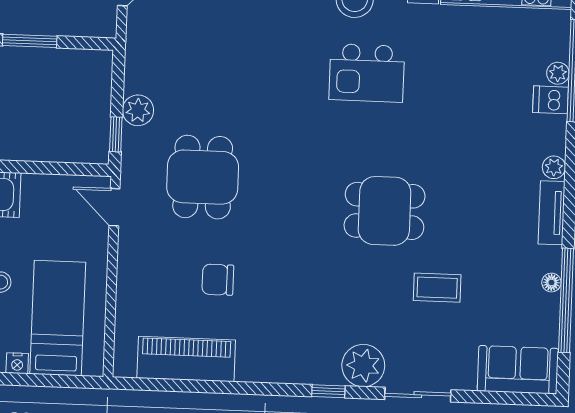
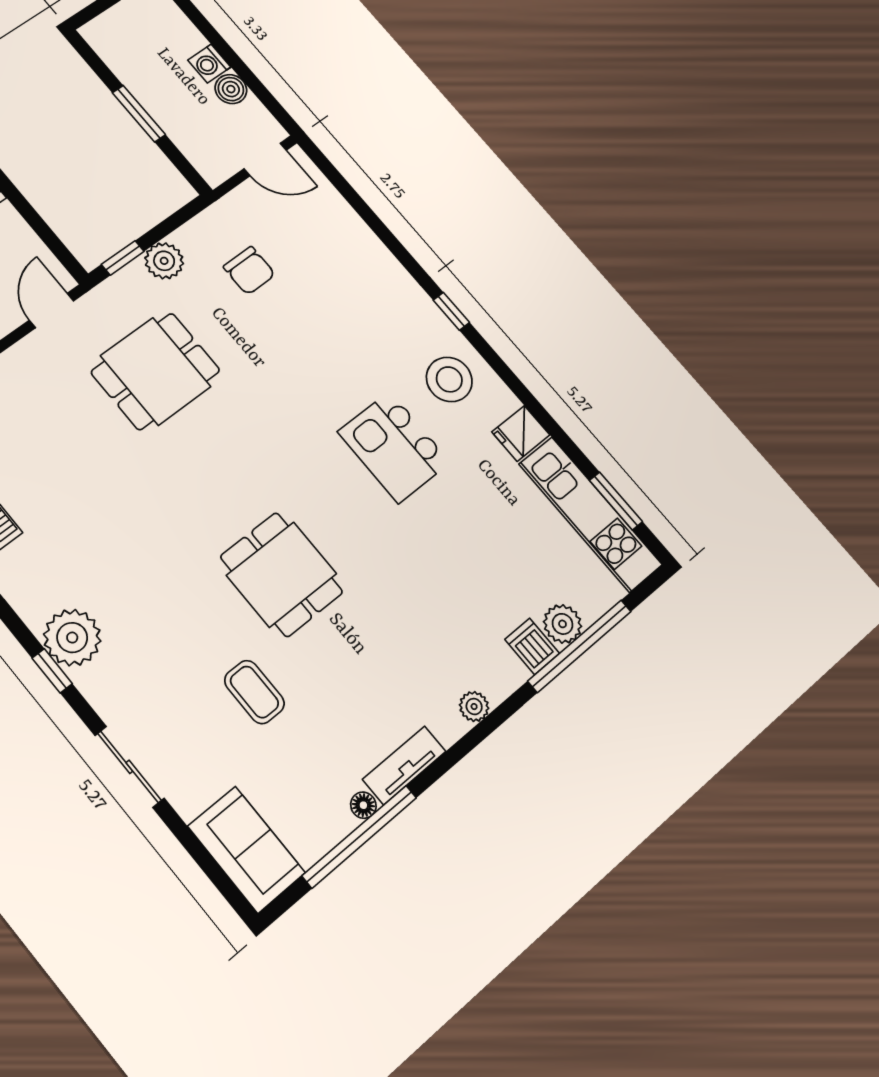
plant: (558, 73) -> (563, 624), width x1.38, depth x1.38
tv unit: (551, 213) -> (404, 765), moved
chair: (218, 280) -> (249, 271), moved, turned 180
plant: (363, 366) -> (72, 638), moved

